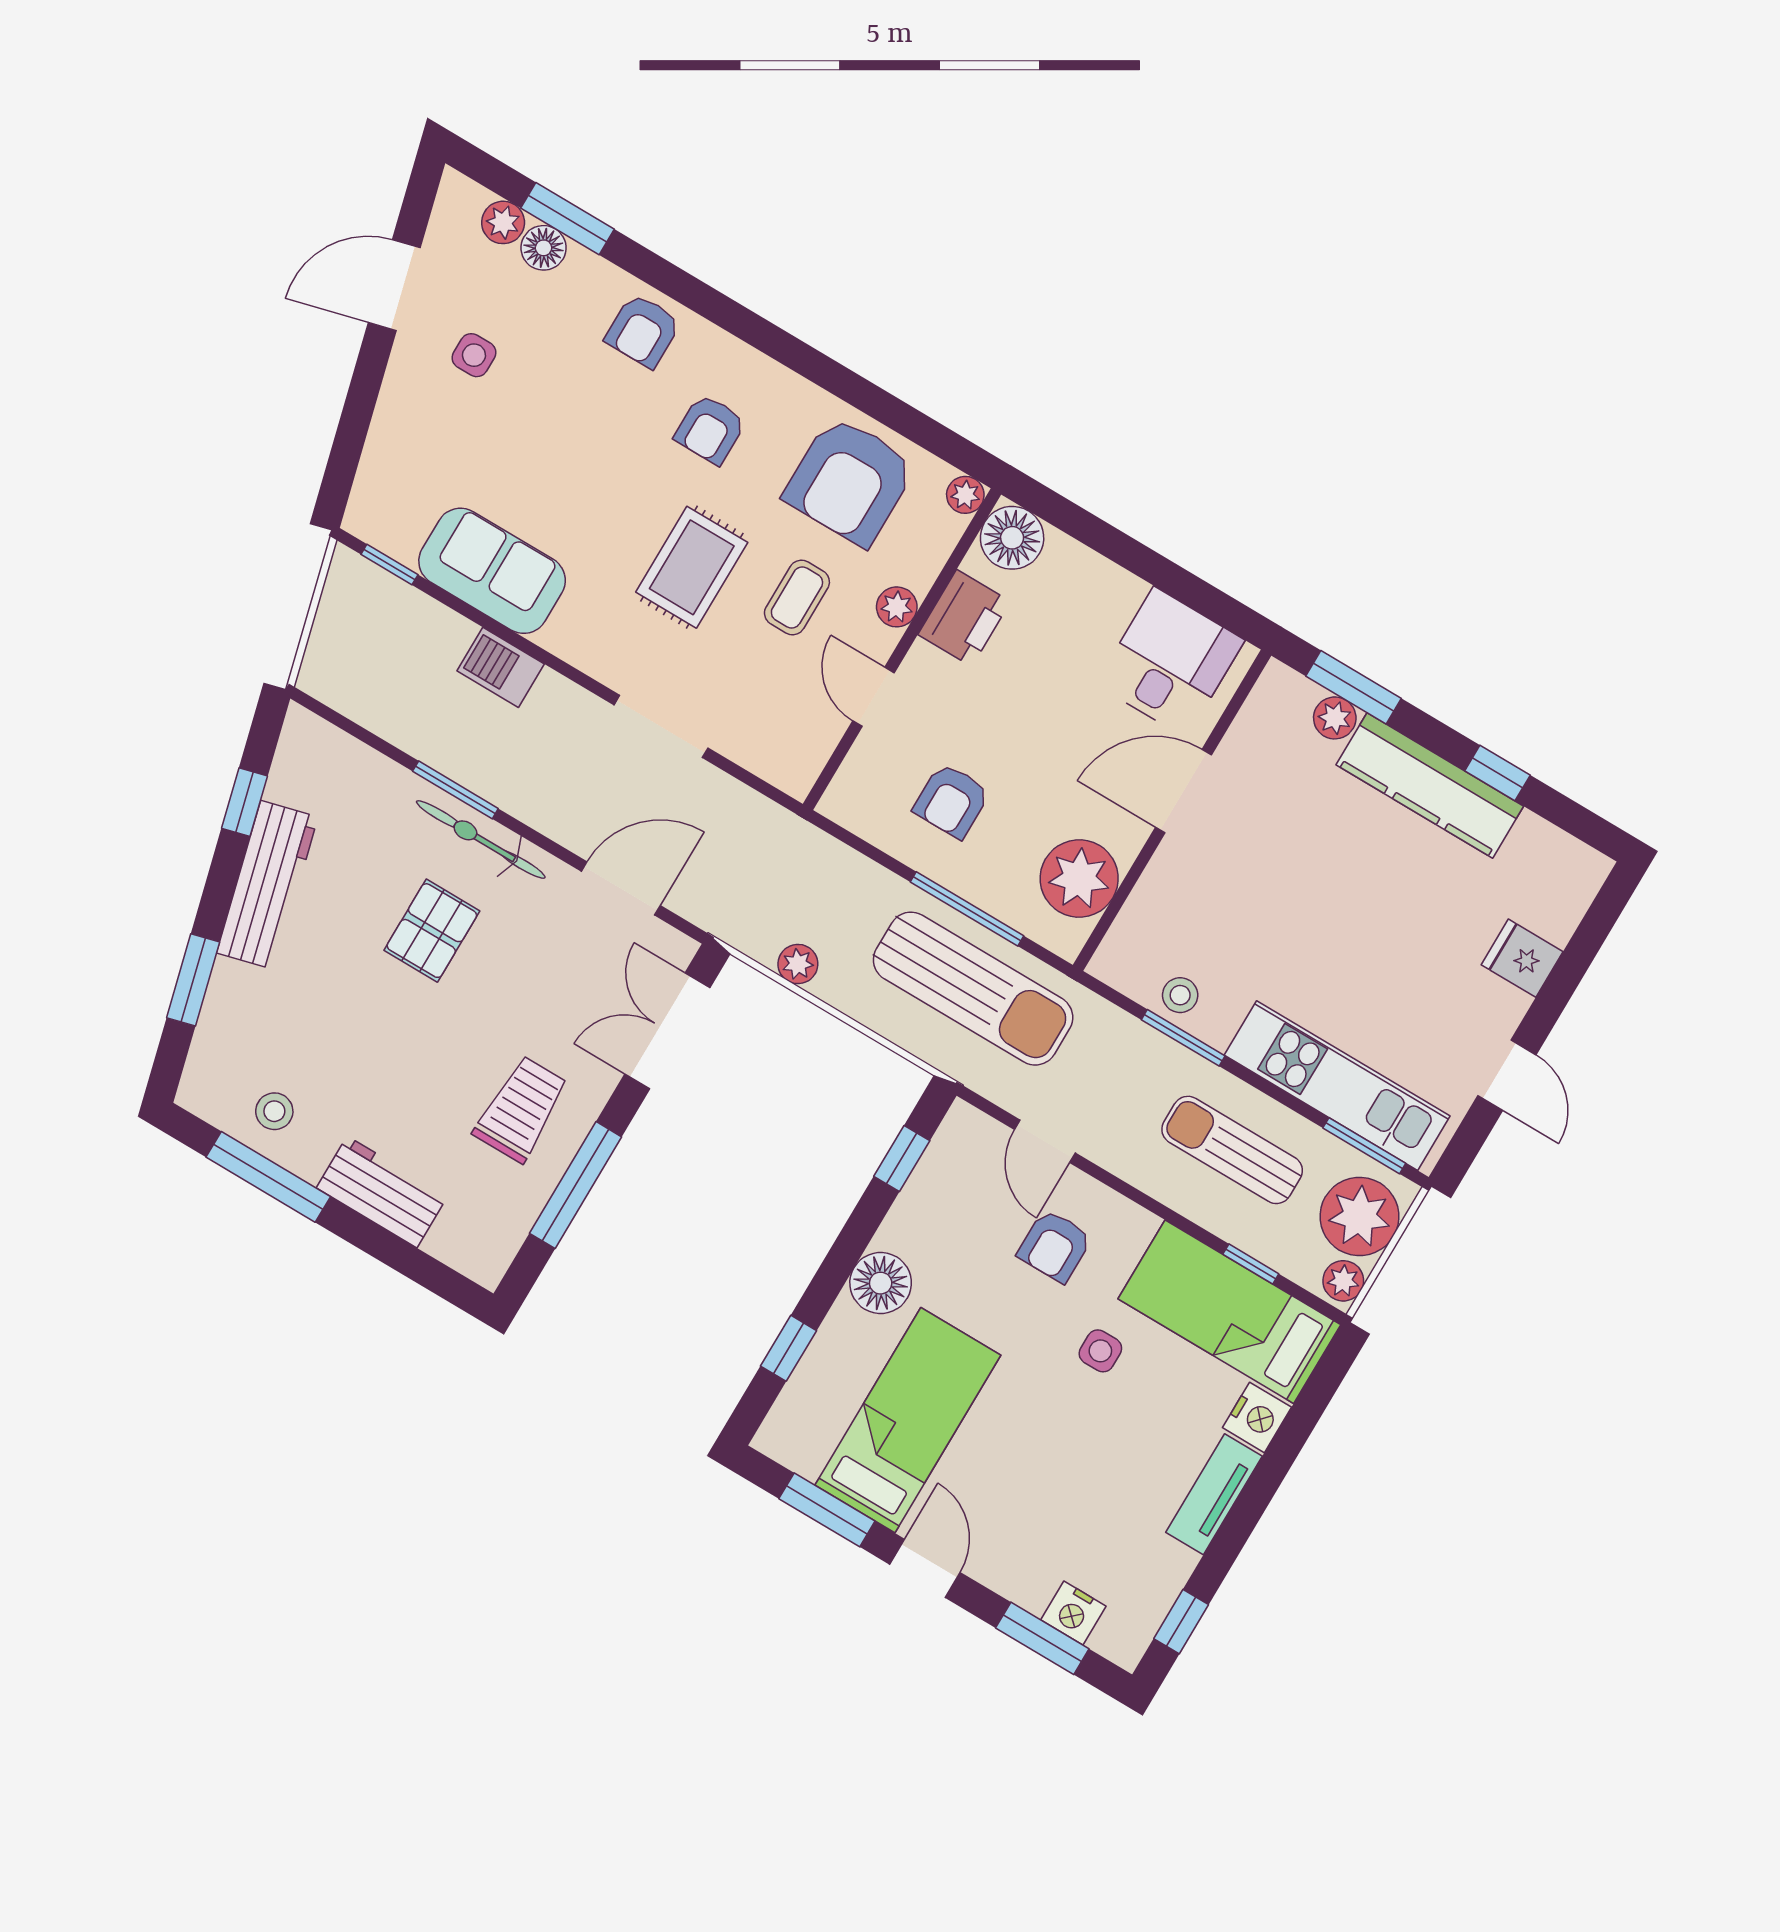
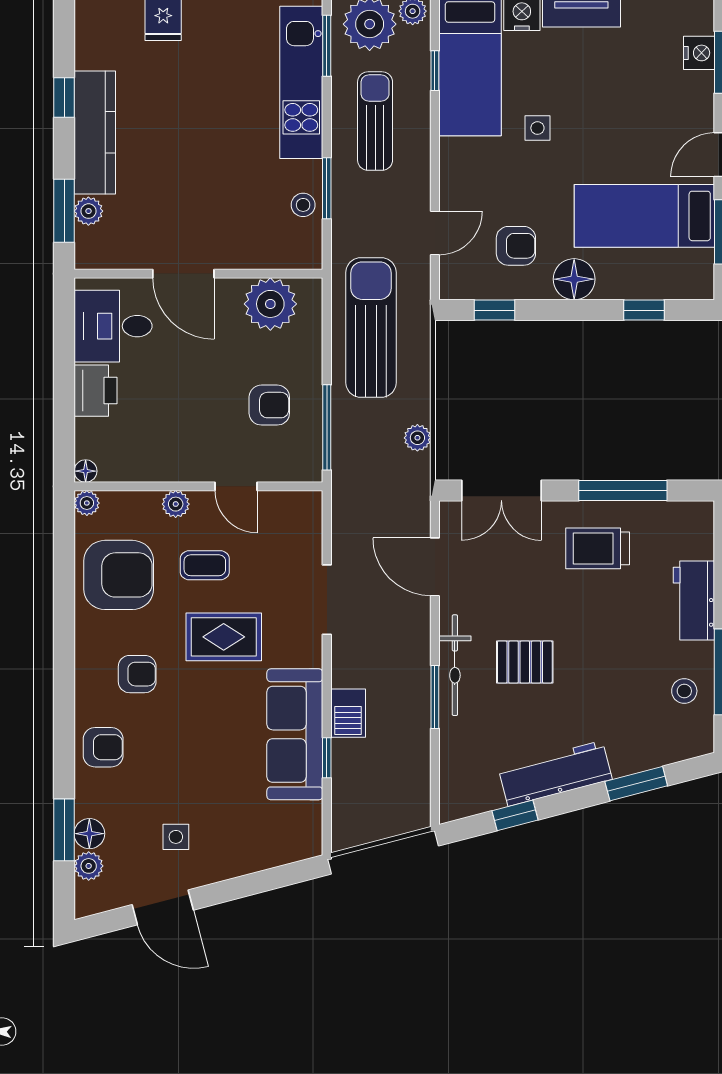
floor lamp: (1012, 538) -> (86, 471), width x0.53, depth x0.53
window: (389, 565) -> (327, 758), moved
sofa: (492, 571) -> (295, 734), width x1.36
printer: (964, 618) -> (96, 391), moved, turned 90
door: (874, 697) -> (236, 486), hinge flipped
window: (967, 909) -> (327, 427), moved
sun lounger: (1232, 1150) -> (375, 121), turned 180
armchair: (1055, 1246) -> (516, 246), moved

